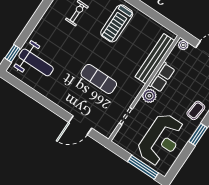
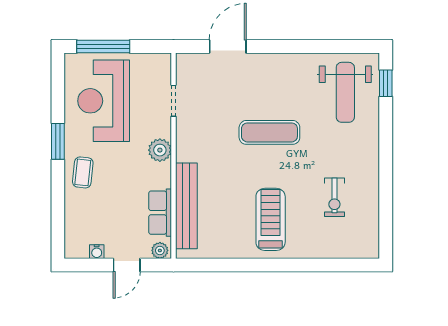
weight bench: (36, 62) -> (345, 92), turned -90
row of seats: (162, 77) -> (160, 213), moved
exercise mat: (99, 79) -> (269, 132), moved

